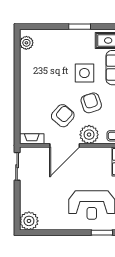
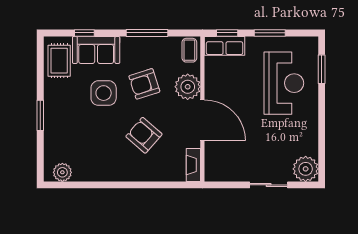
window: (80, 27) -> (40, 115), moved
armchair: (63, 116) -> (144, 135), moved
sliding door: (17, 166) -> (269, 185), moved

